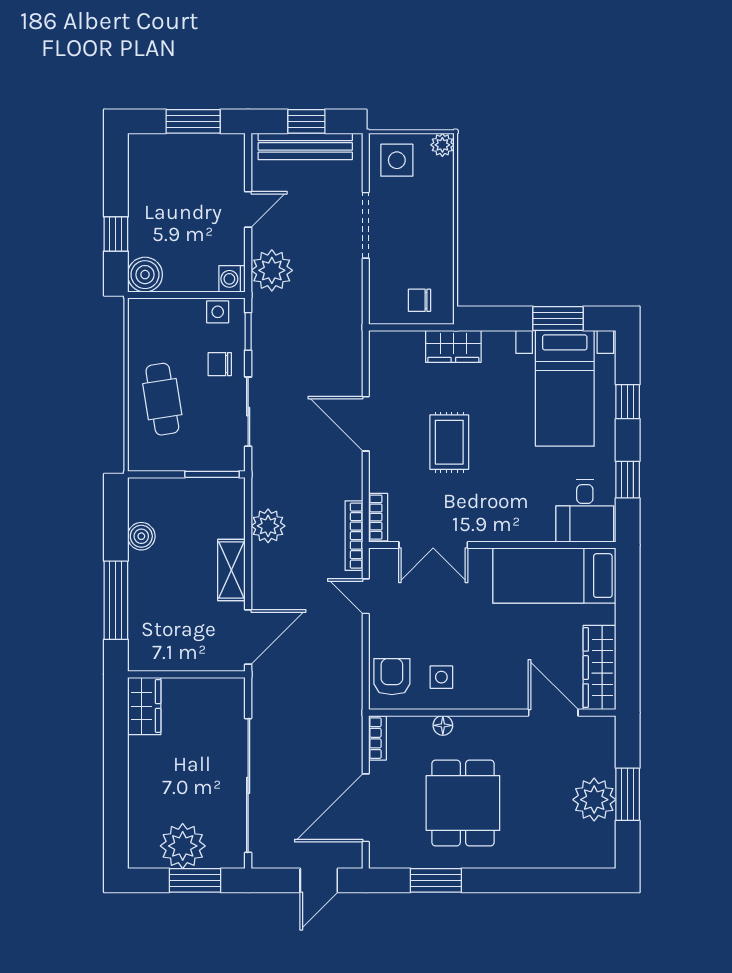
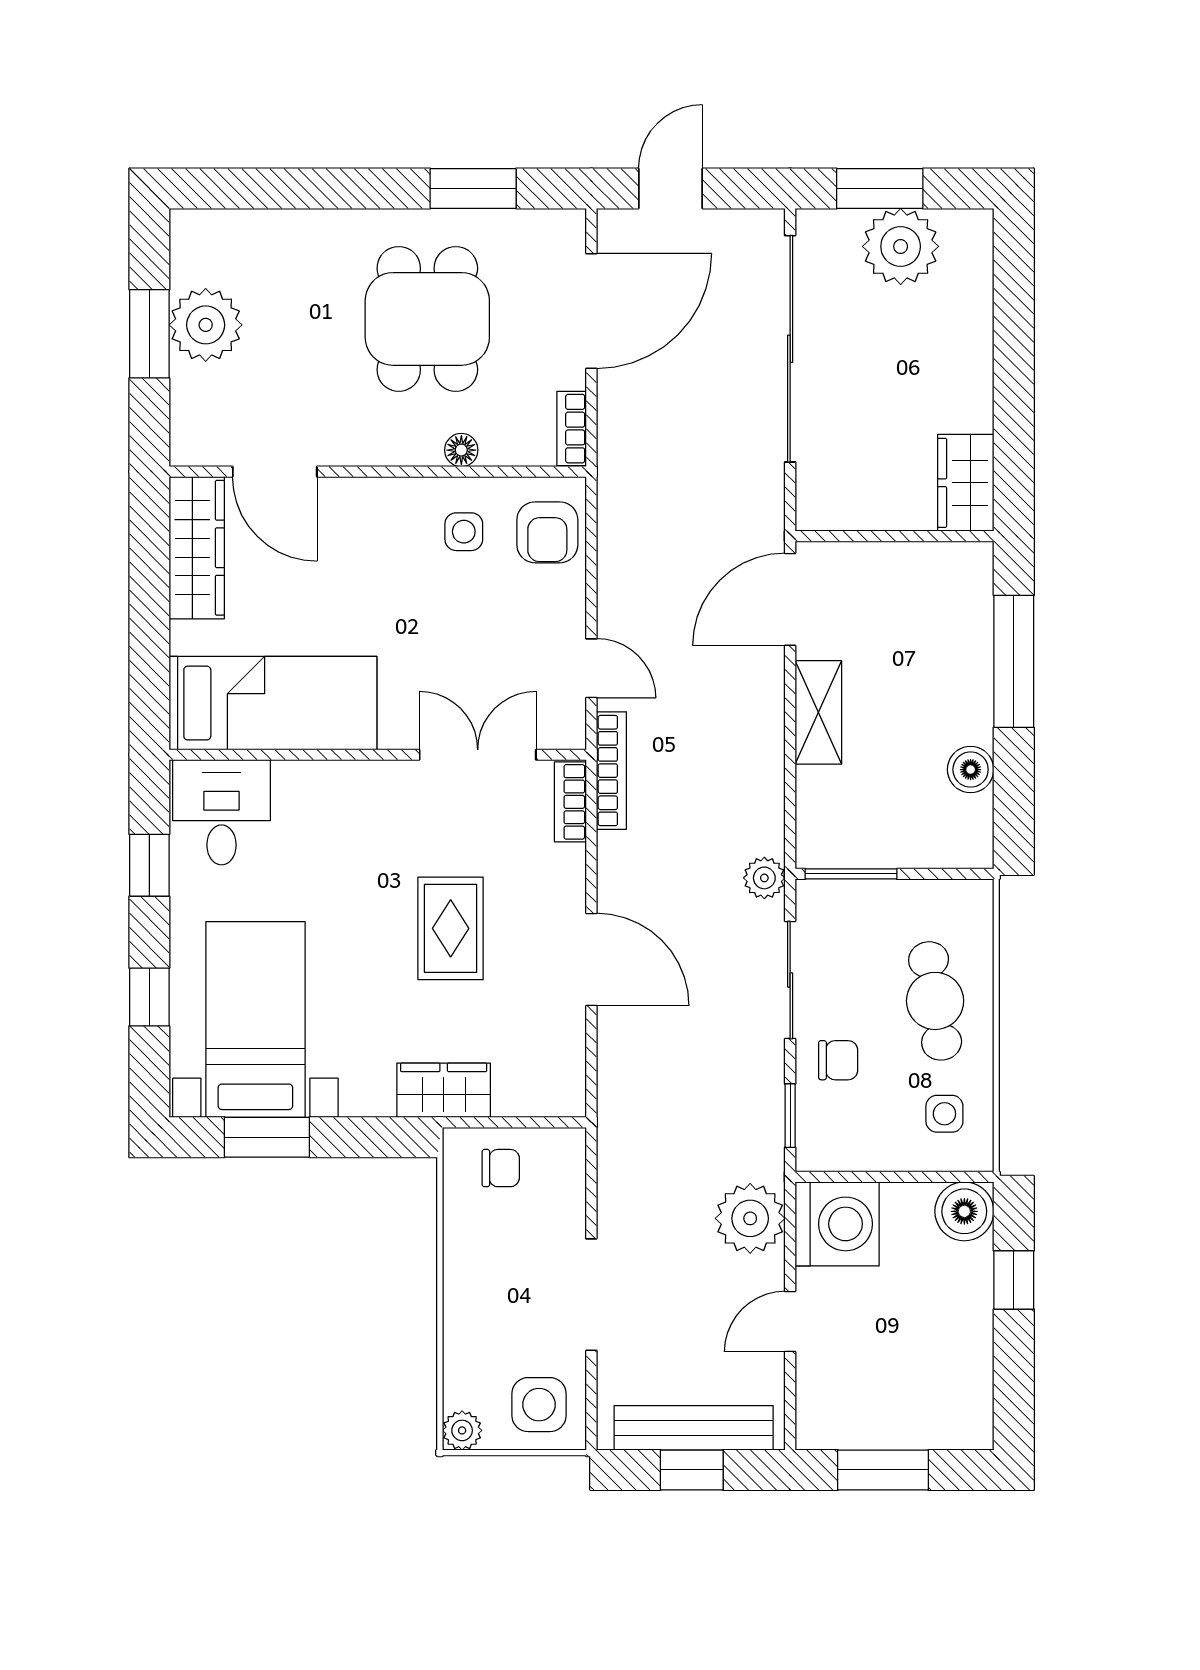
washing machine: (232, 279) -> (837, 1224), width x1.89, depth x1.89
side table: (218, 312) -> (944, 1114), moved
plant: (268, 526) -> (764, 878), moved, width x0.73, depth x0.73

